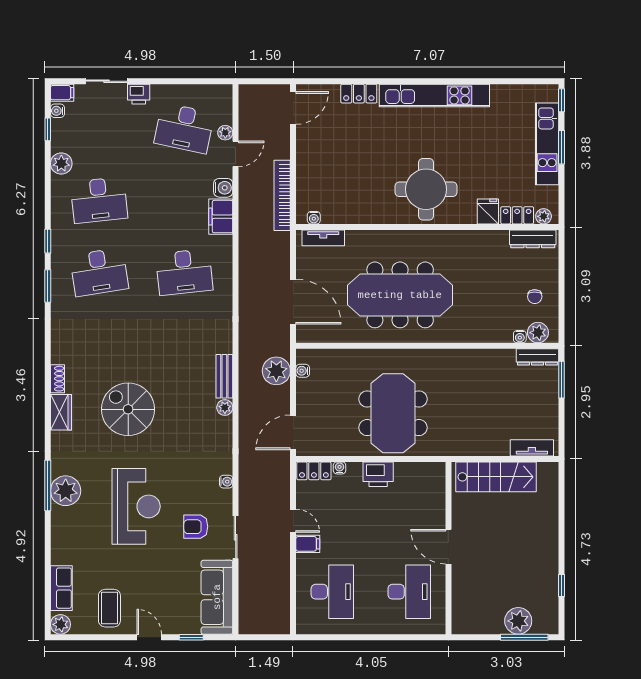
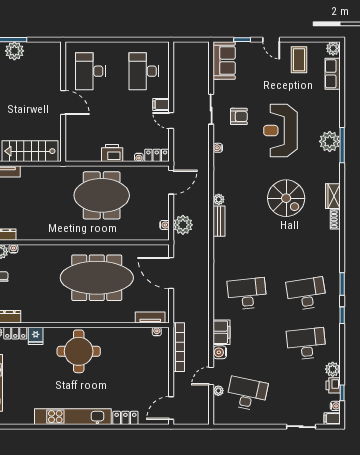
printer: (139, 94) -> (333, 385), moved, turned -90
meeting table: (393, 413) -> (102, 195), turned 90
sofa: (217, 597) -> (224, 60), width x0.73

